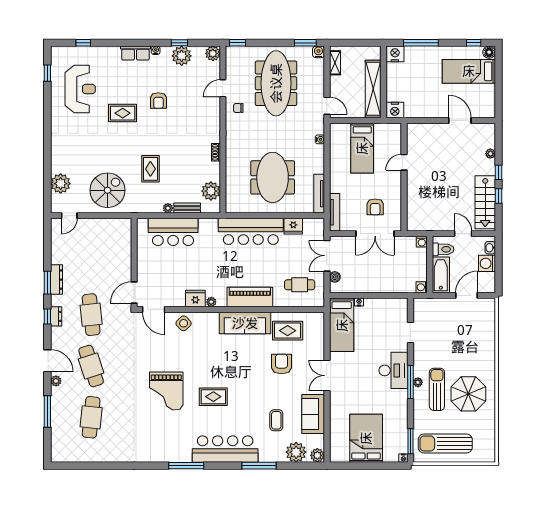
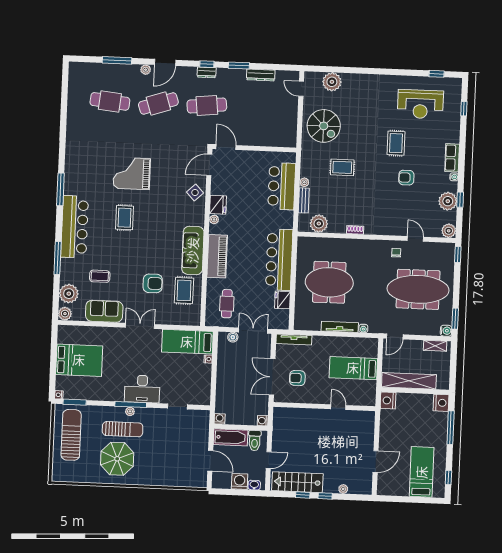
floor lamp: (489, 52) -> (439, 492), removed
tv unit: (319, 194) -> (340, 327), moved
dresser: (56, 280) -> (261, 75), moved

